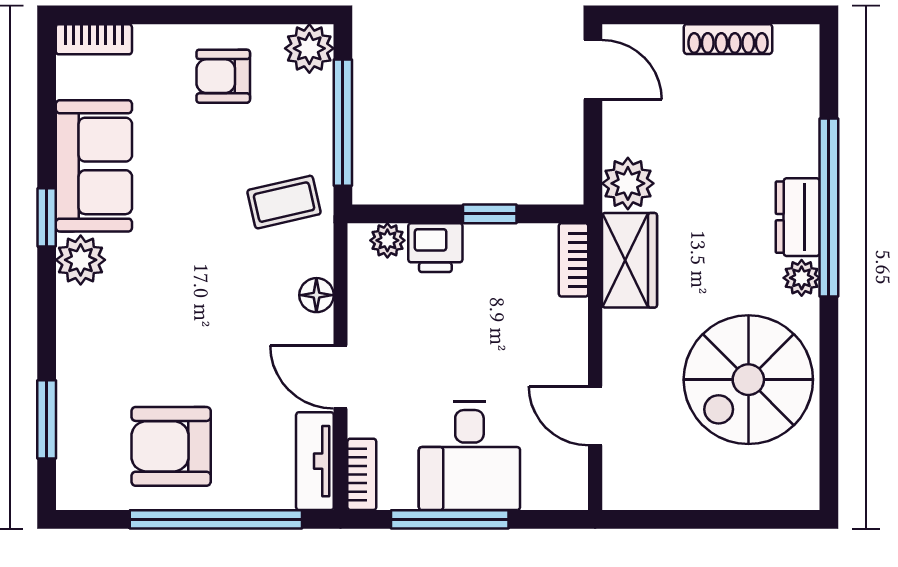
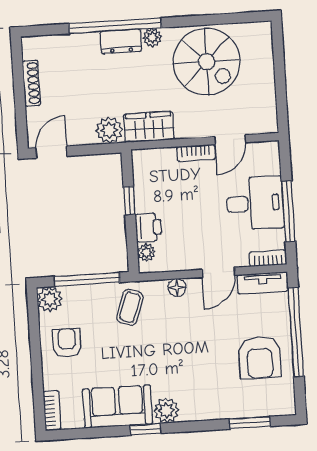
armchair: (223, 76) -> (67, 343), turned 180
coffee table: (284, 202) -> (130, 307), turned 32
bookcase: (573, 260) -> (196, 153), moved

